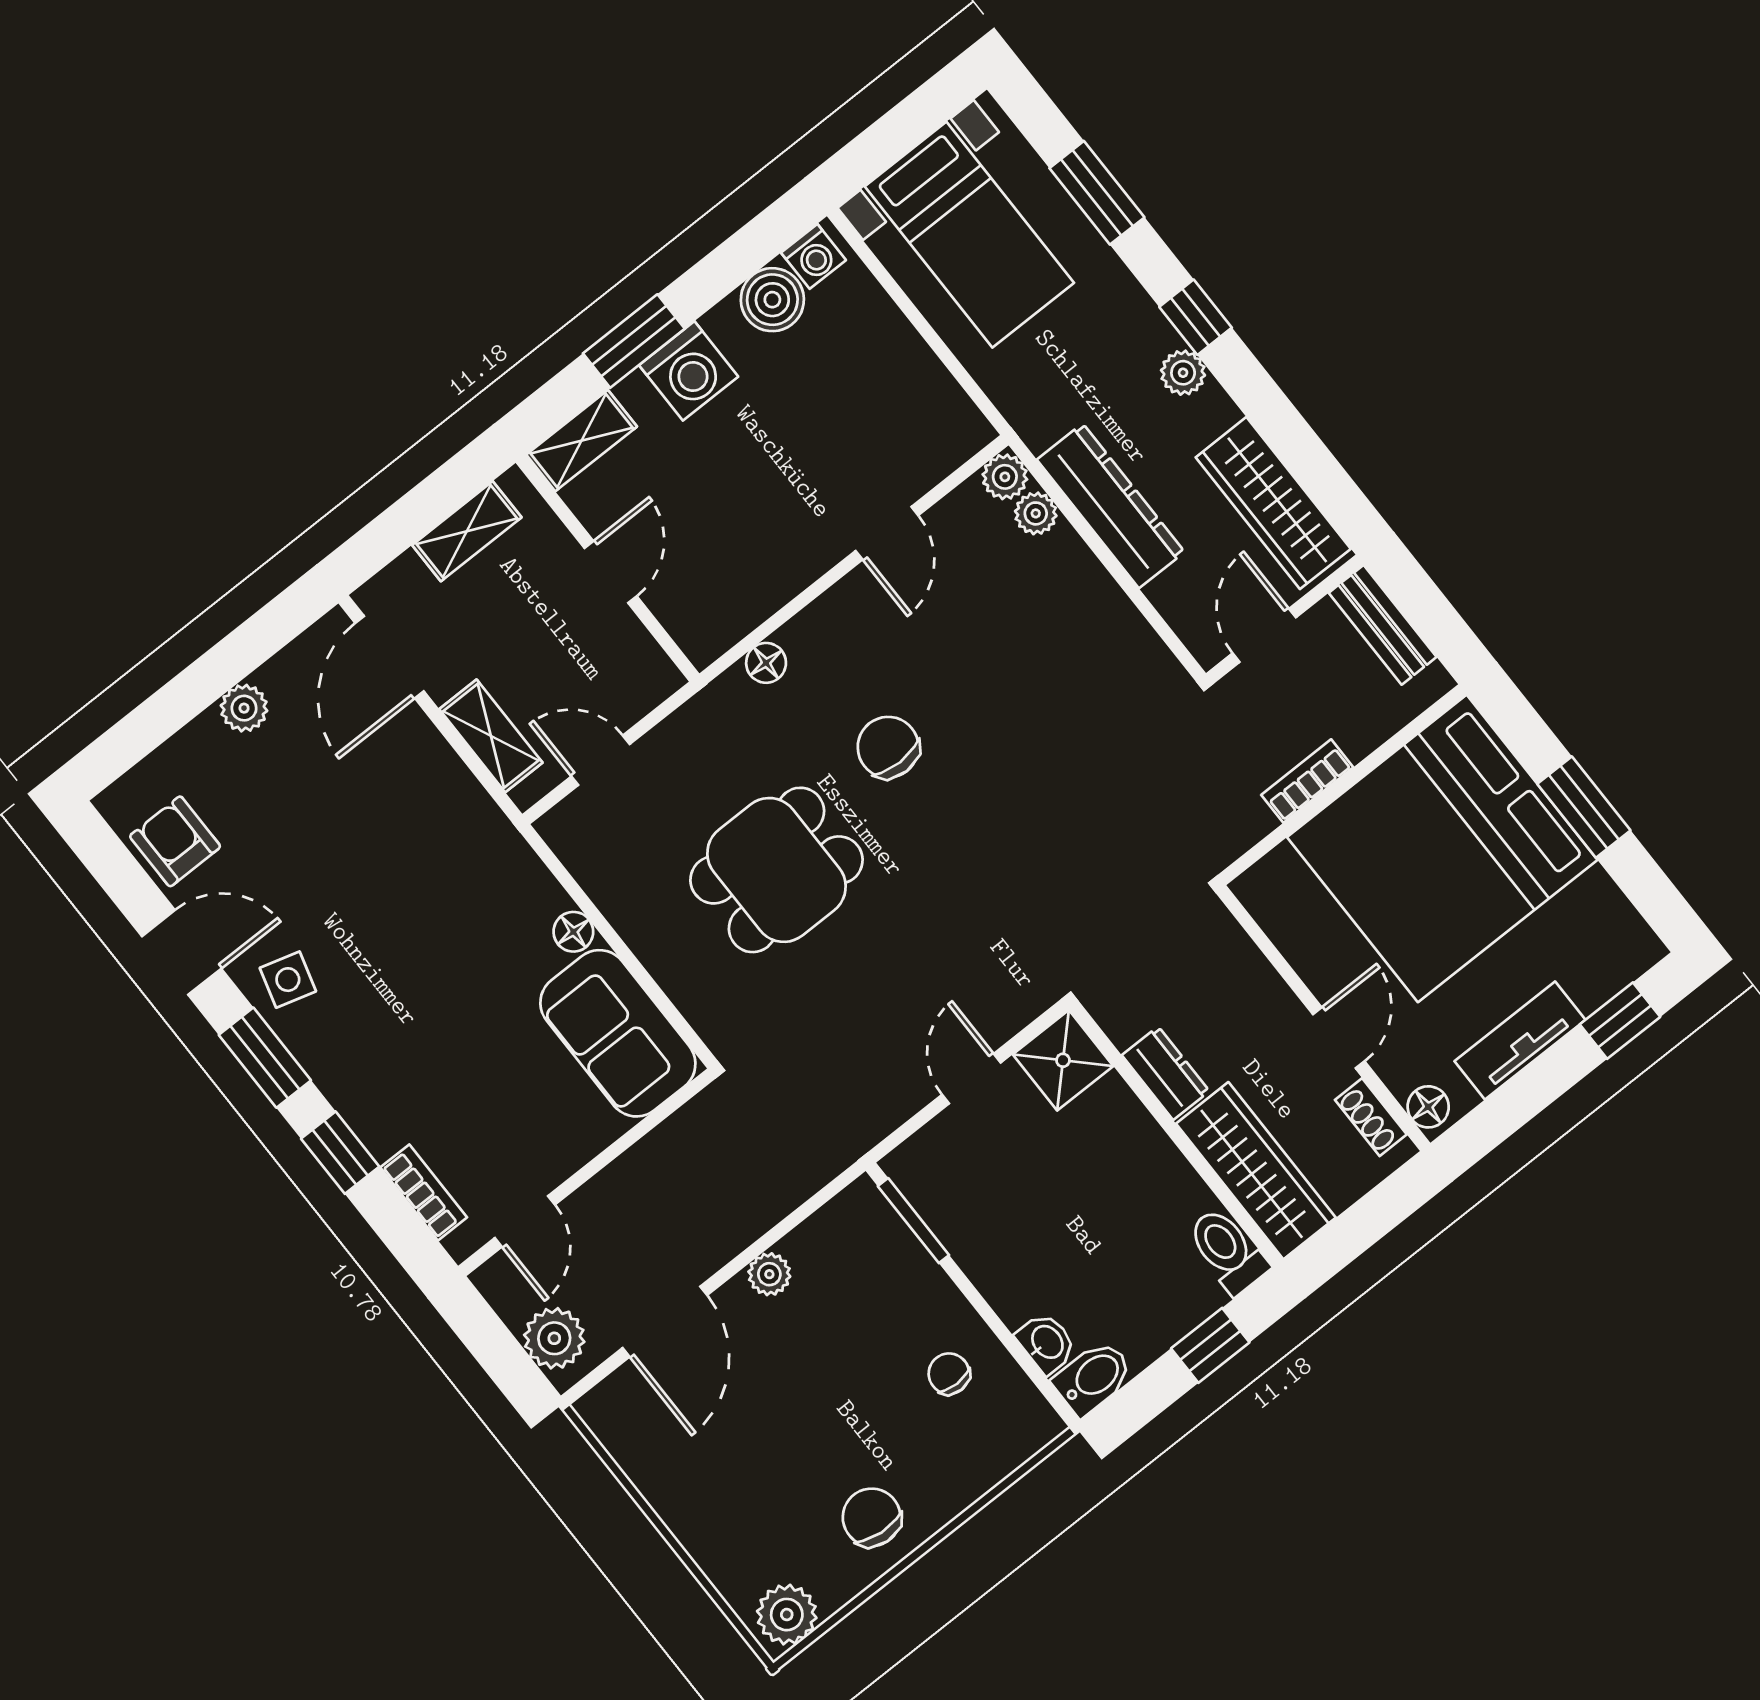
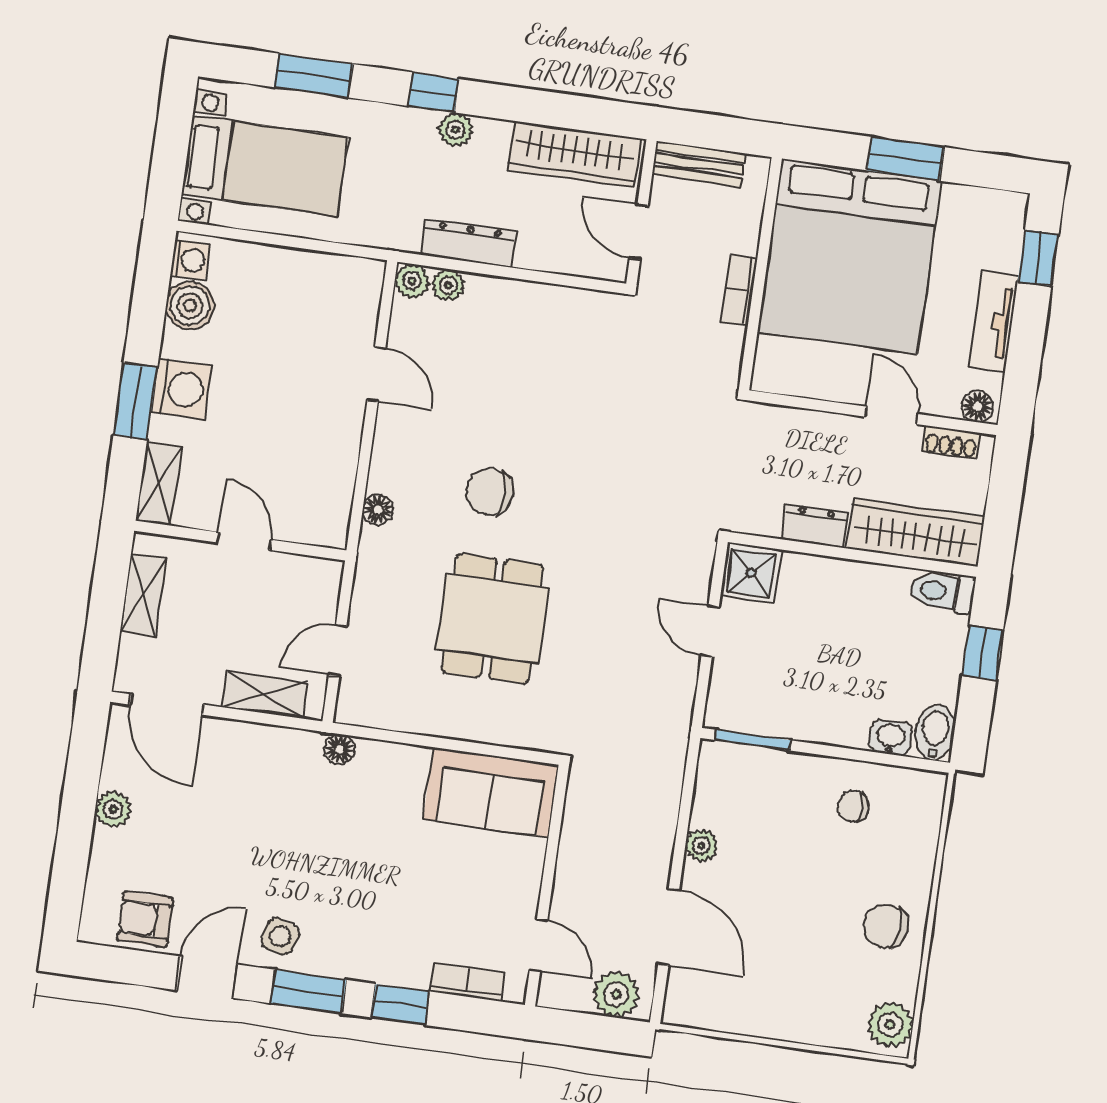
dresser: (1111, 506) -> (468, 243), width x0.73, depth x0.80
floor lamp: (573, 932) -> (339, 749), moved

